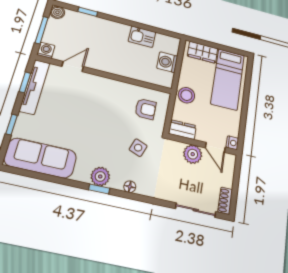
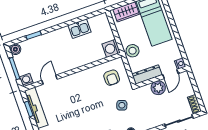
washing machine: (167, 62) -> (111, 48), moved
armchair: (145, 109) -> (112, 78), turned 90
dresser: (182, 130) -> (147, 74), width x1.44
door: (215, 147) -> (170, 74), hinge flipped

